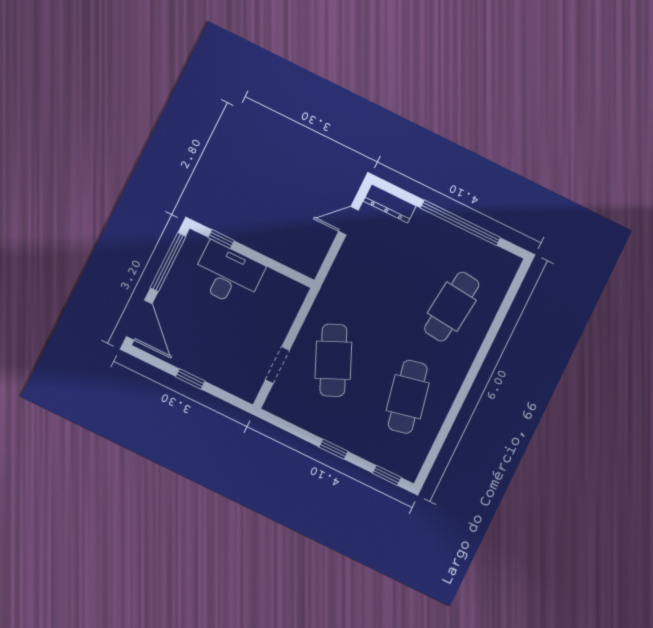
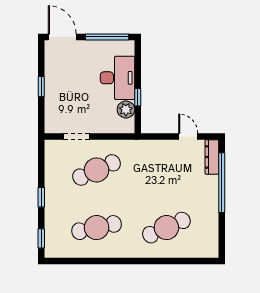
window: (460, 223) -> (222, 183), moved
window: (221, 239) -> (138, 97), moved
plant: (274, 284) -> (126, 110), added
cafe table: (452, 307) -> (166, 228), turned -30
door: (139, 320) -> (62, 37), swing flipped

